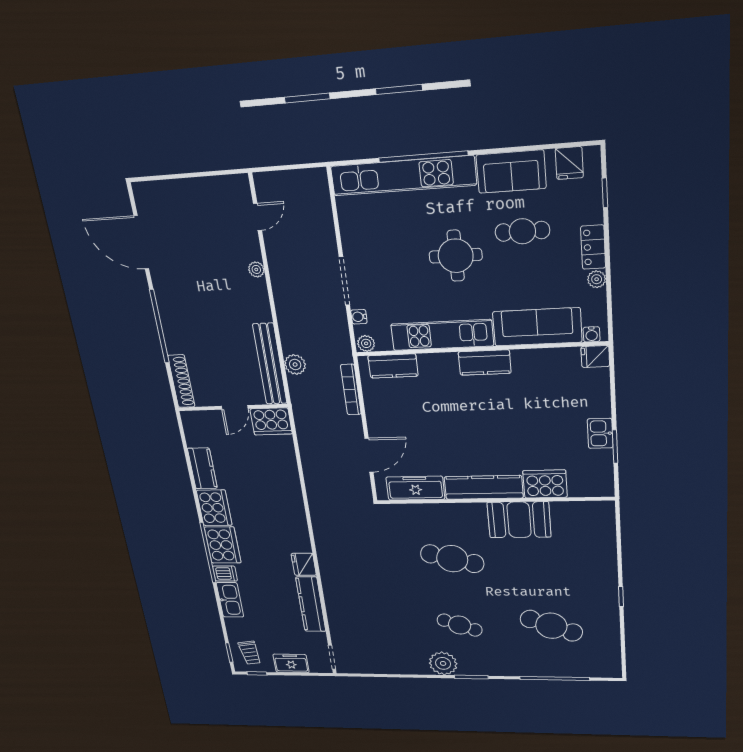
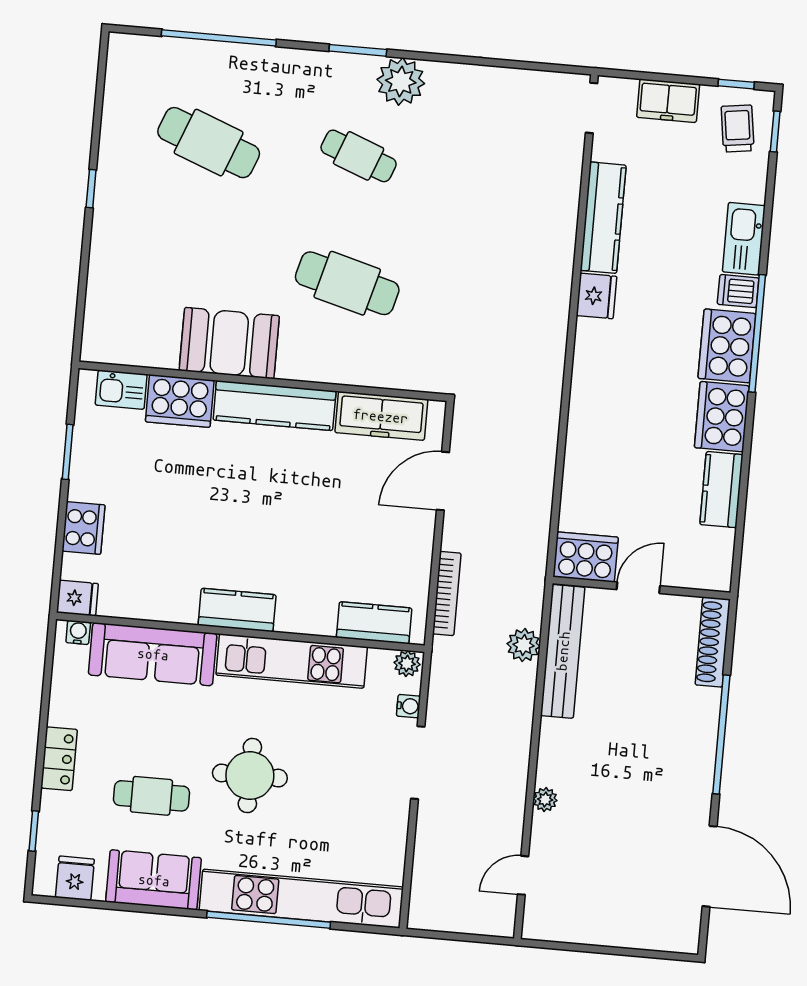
plant: (597, 279) -> (60, 712), removed
cooker: (598, 401) -> (83, 528), added
kitchen sink: (600, 433) -> (121, 390), moved, turned 90

